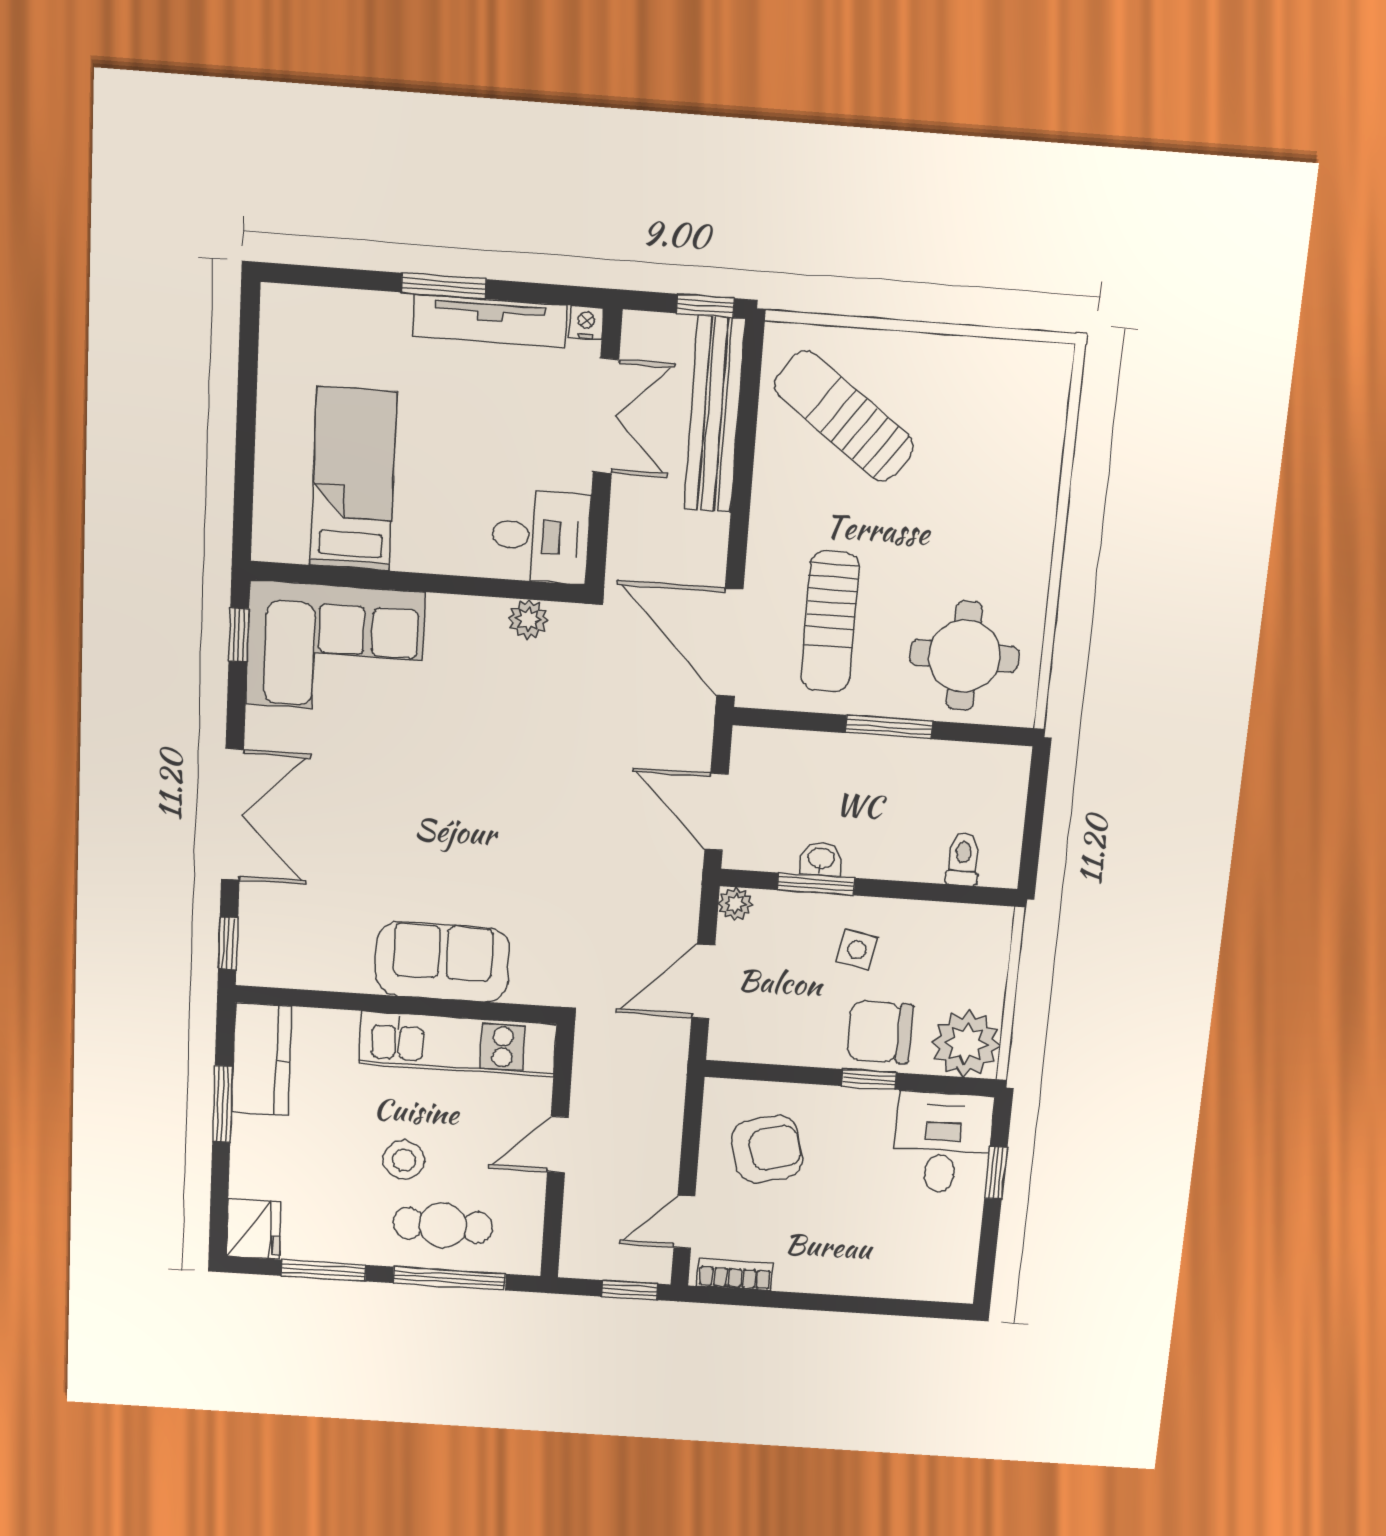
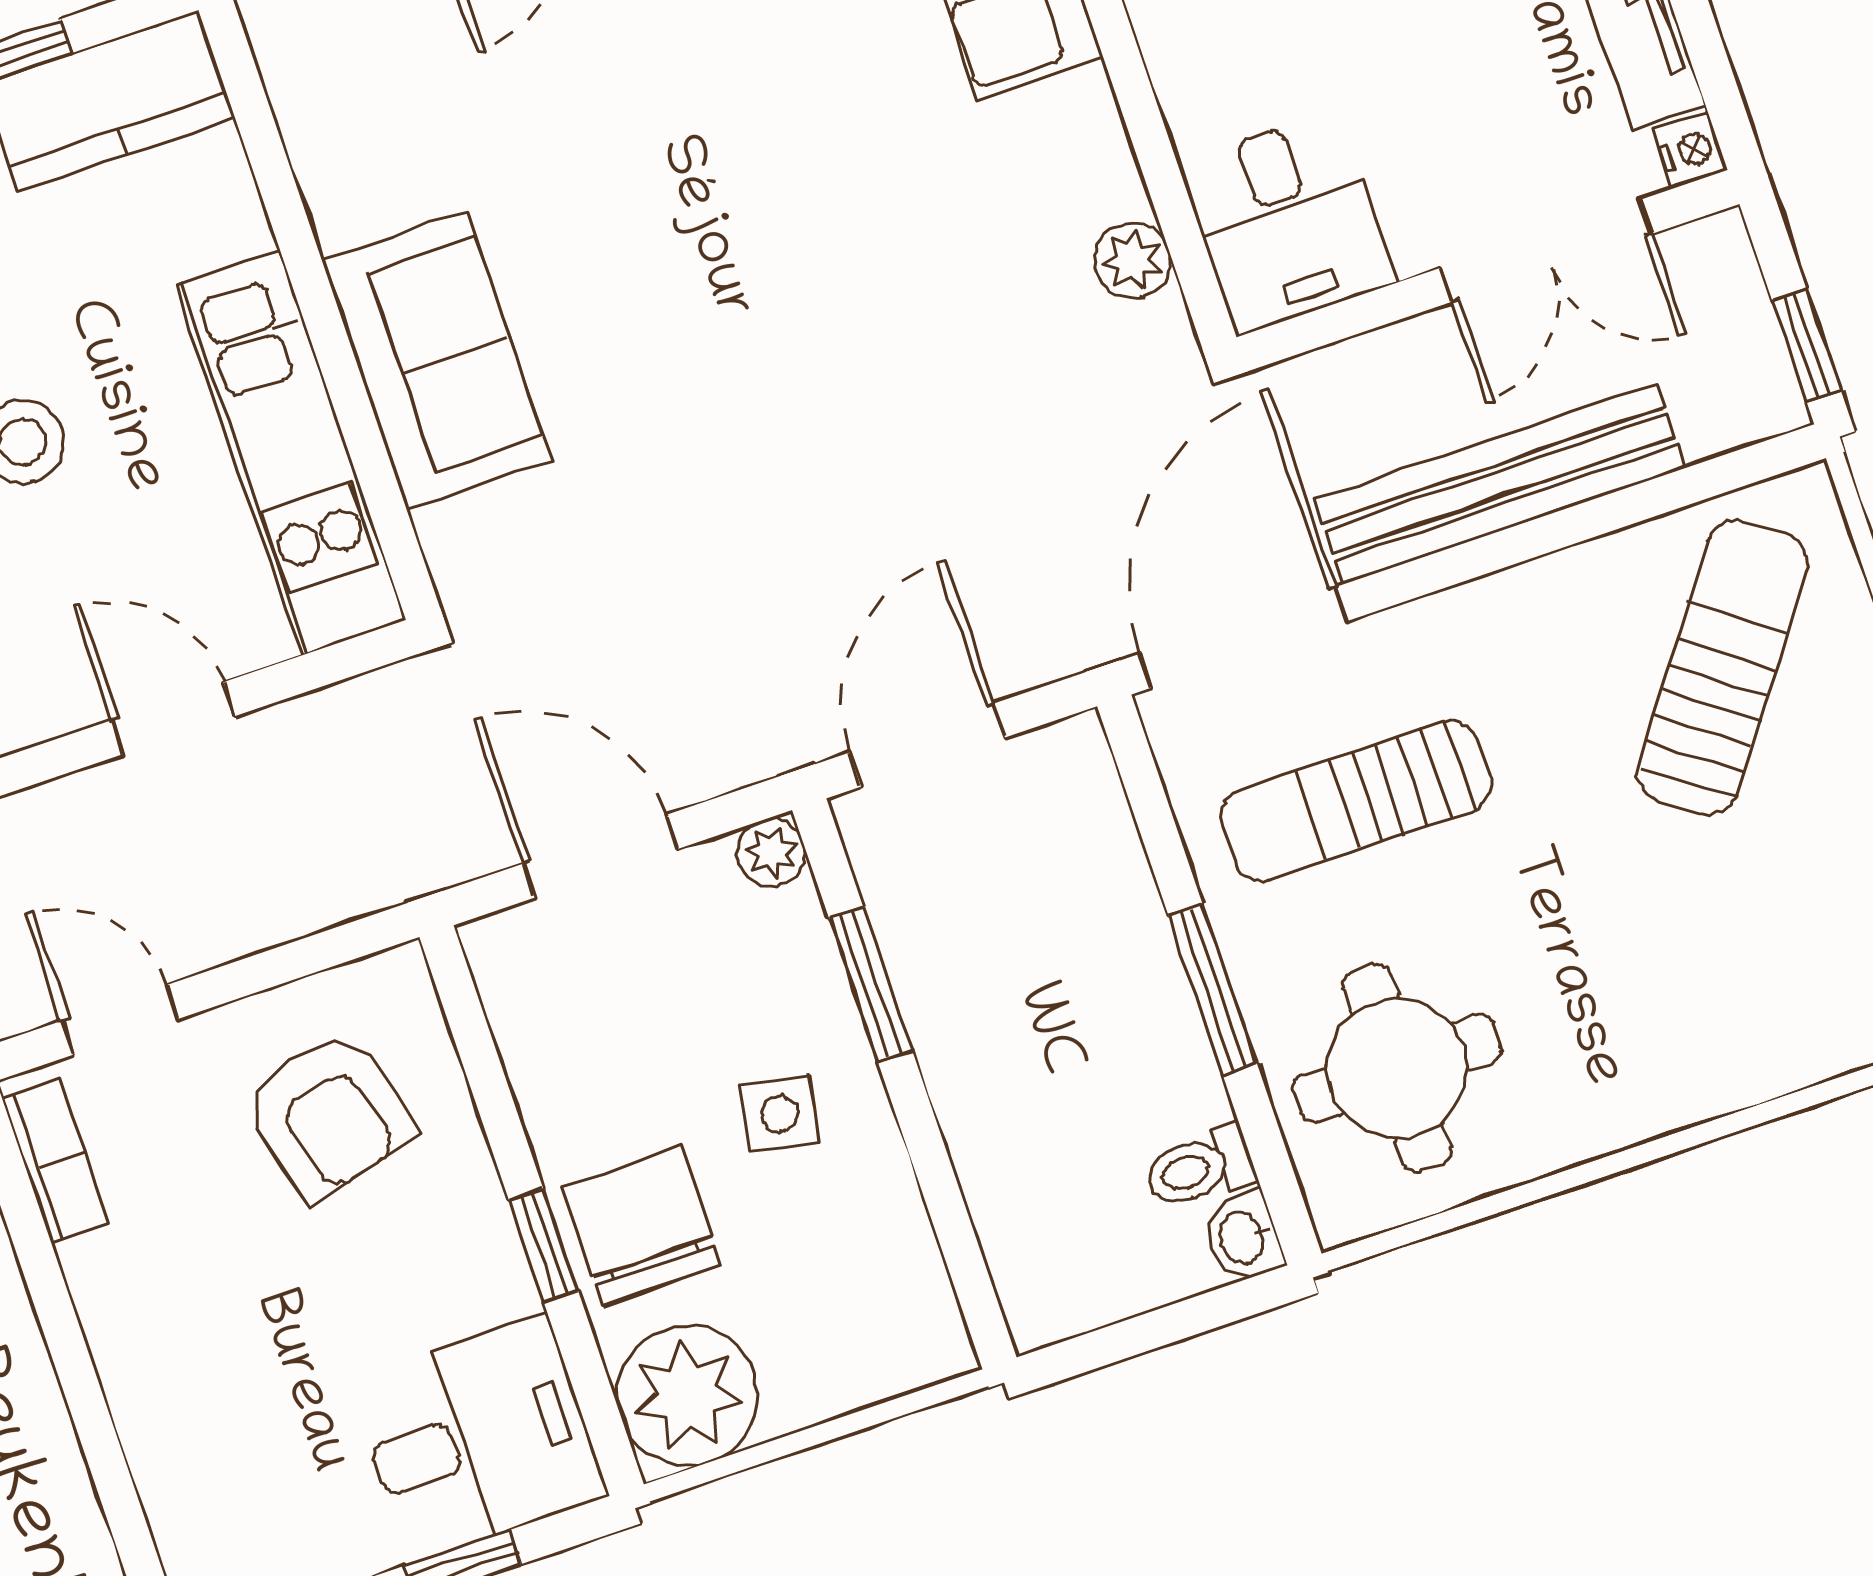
bench: (715, 414) -> (1500, 484), moved
washbasin: (821, 859) -> (1243, 1237), moved, turned 180
toilet: (963, 859) -> (1199, 1168), moved, turned 180

